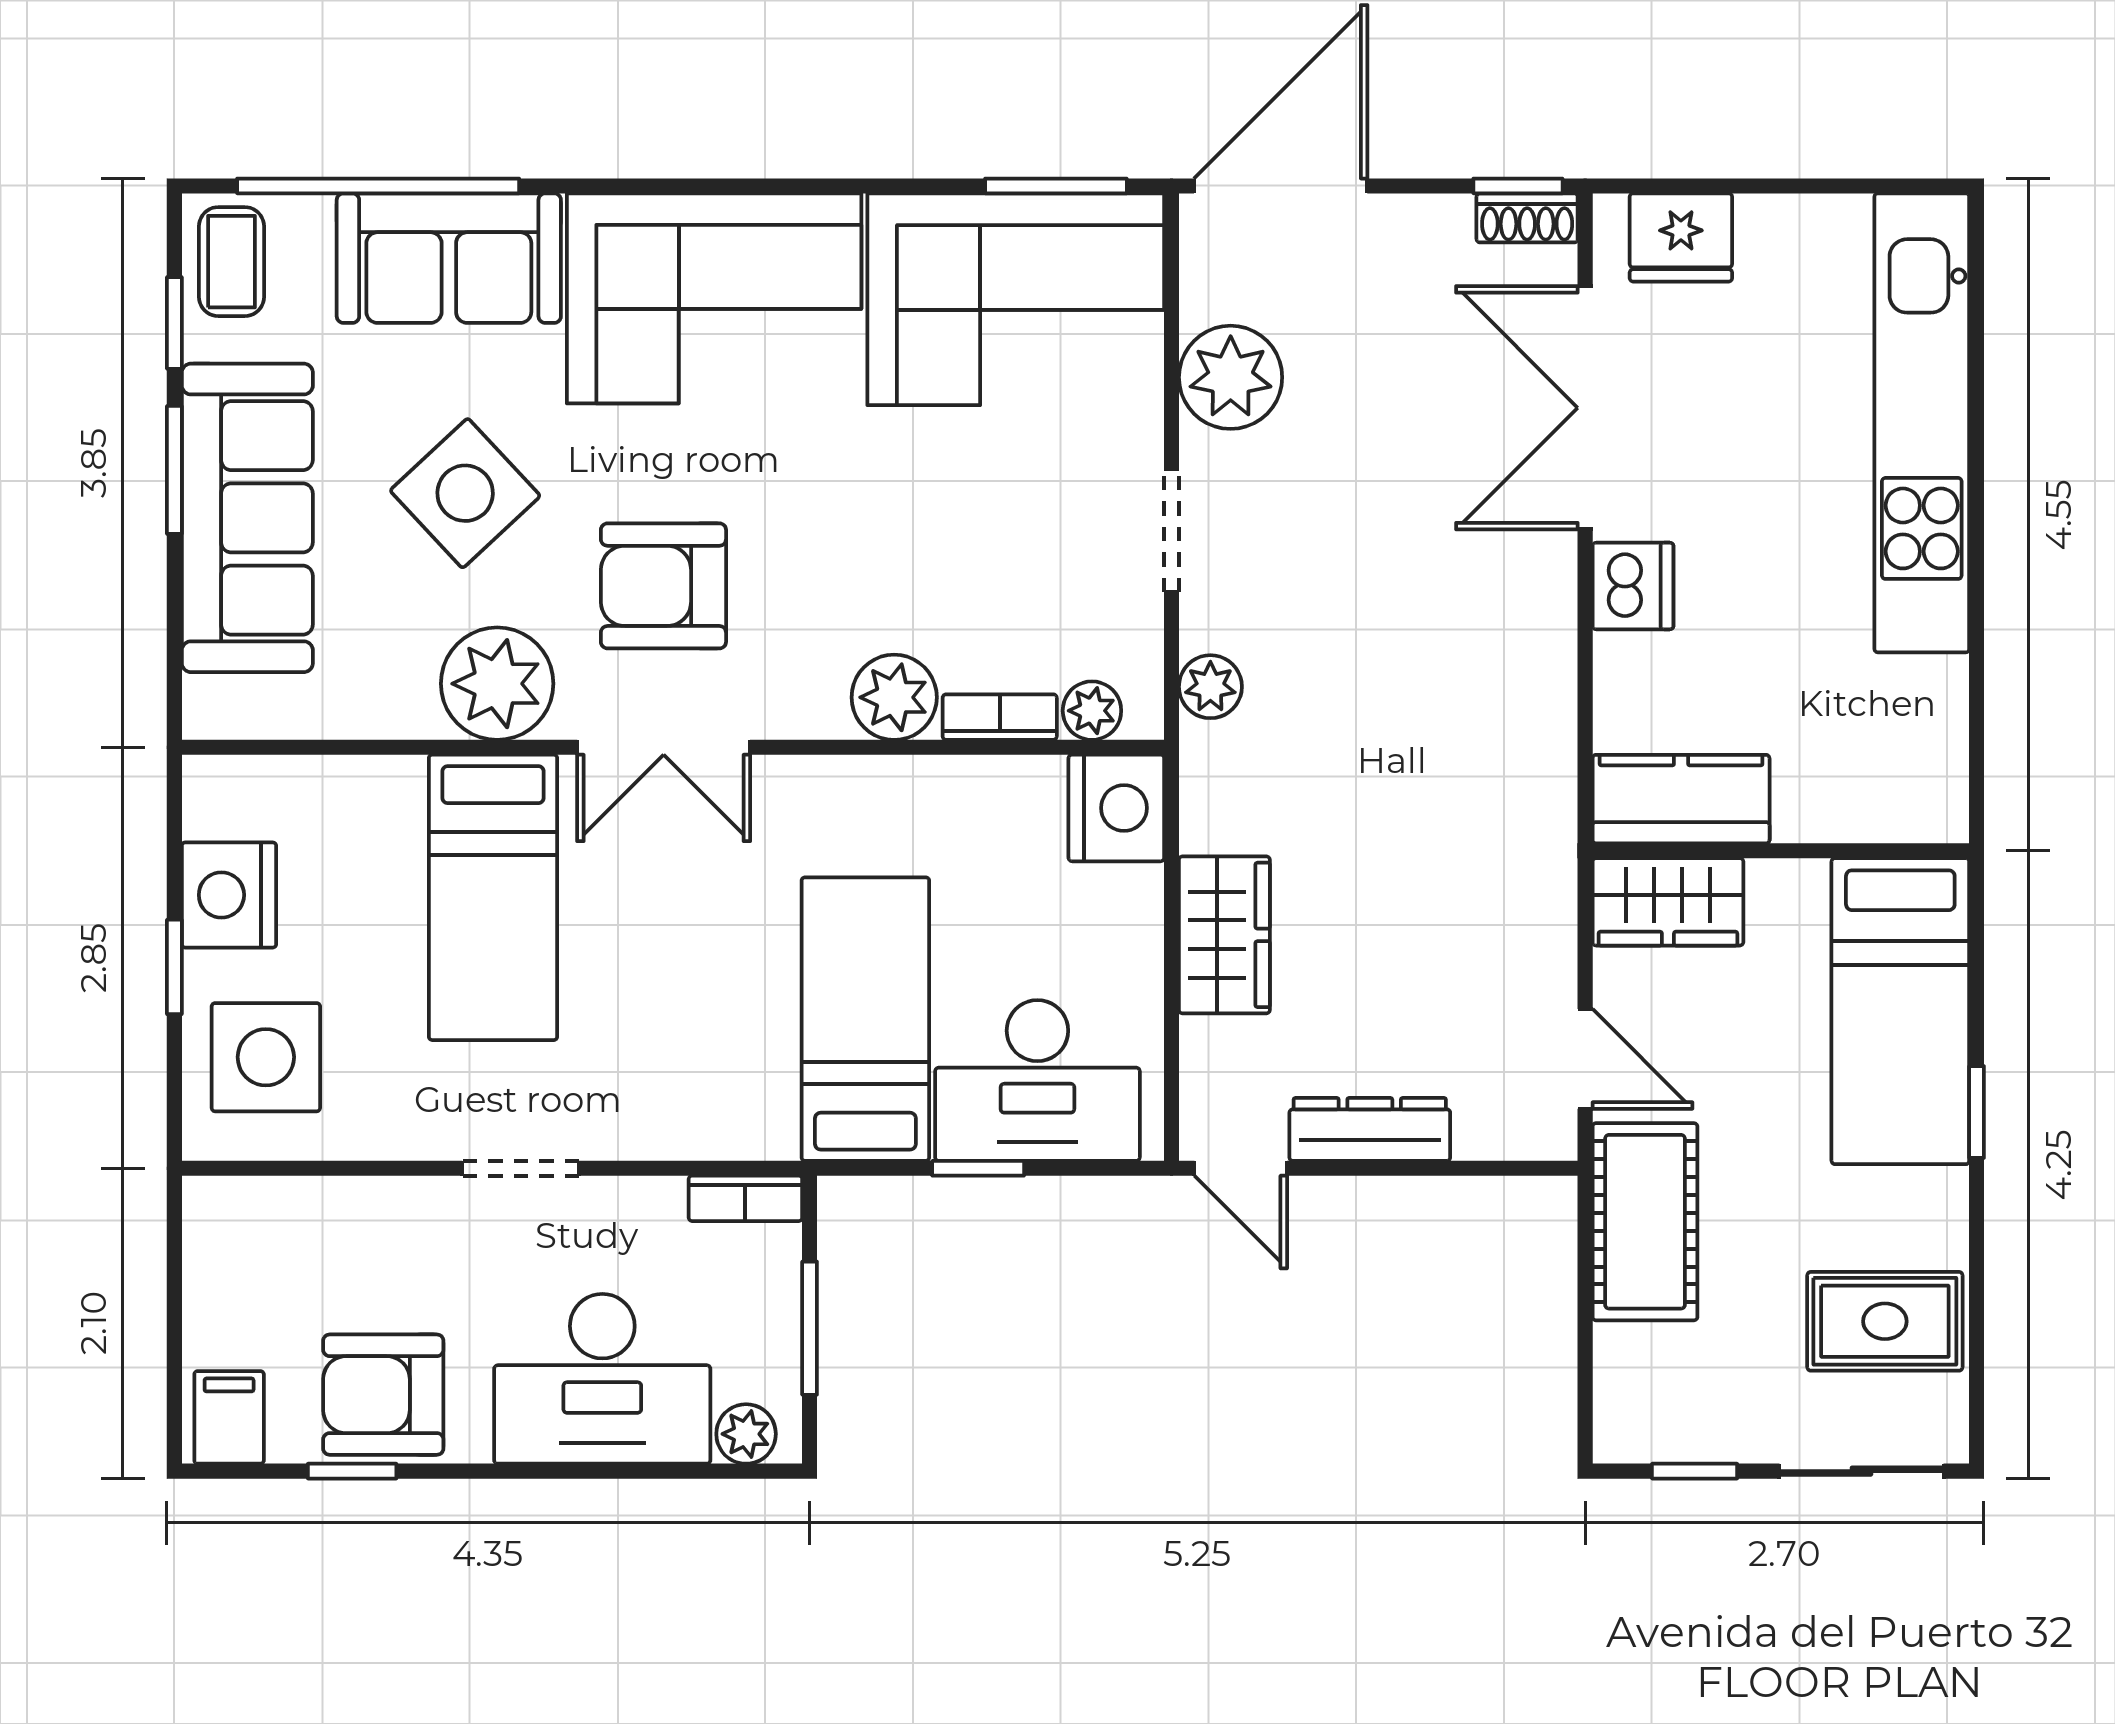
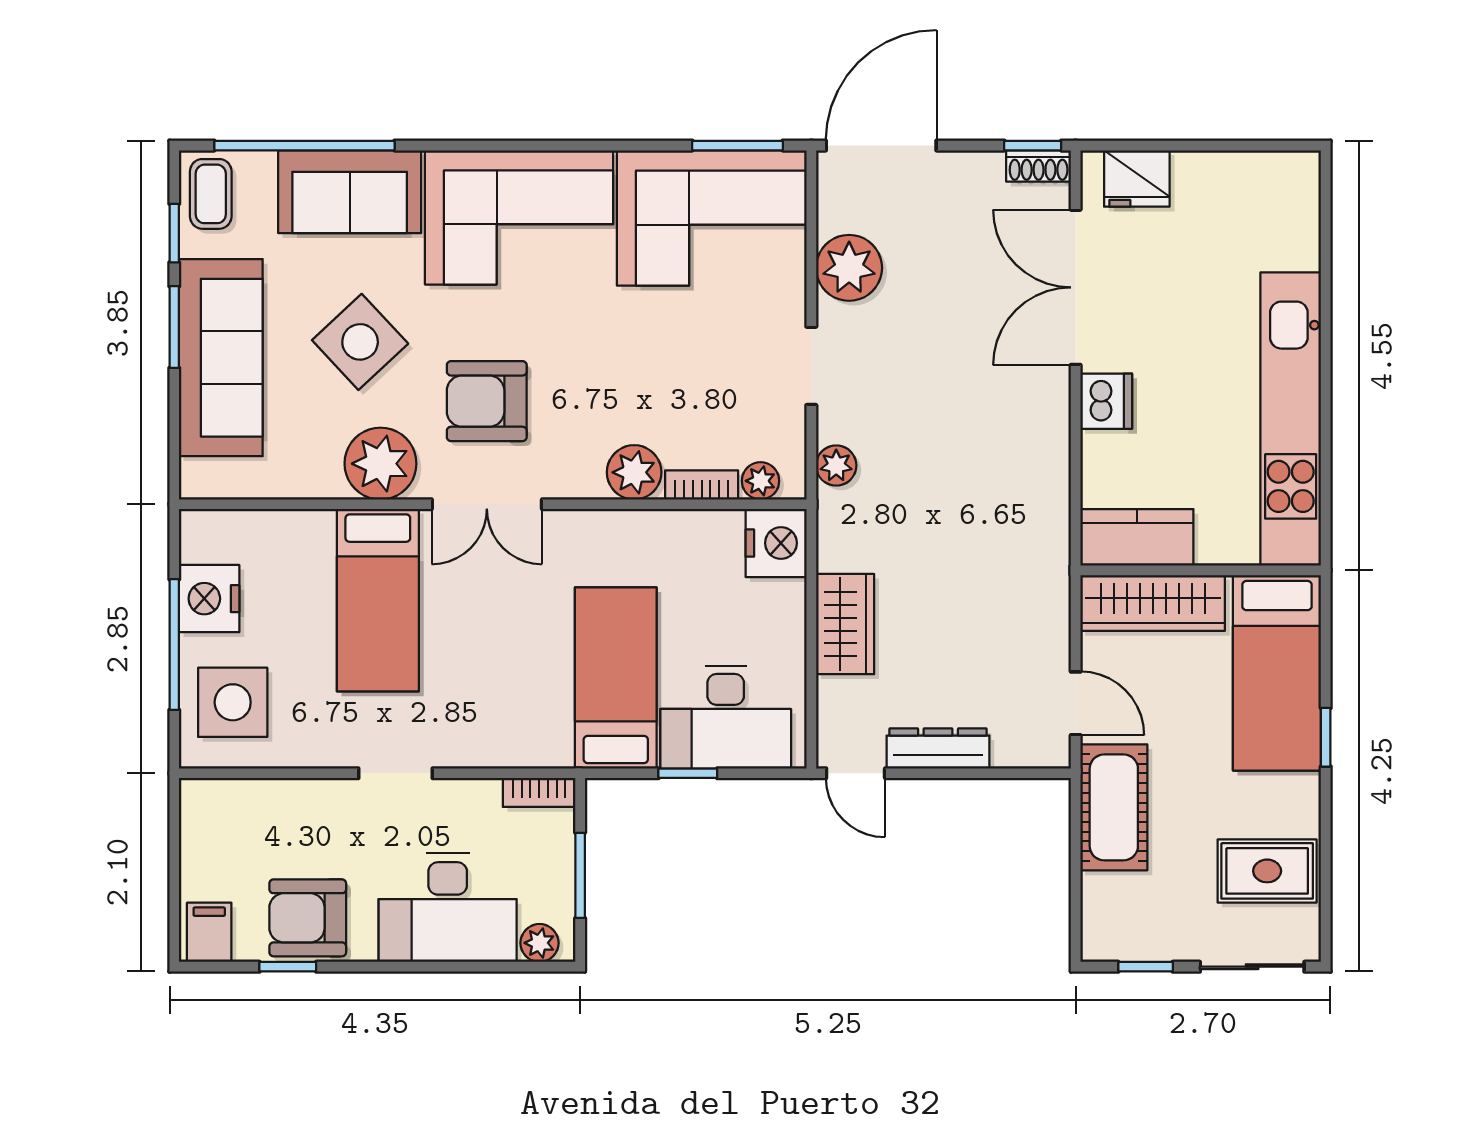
kitchen unit: (1922, 423) -> (1291, 419), moved
wardrobe: (1668, 902) -> (1153, 603), width x1.50
window: (174, 967) -> (174, 645), width x2.17

